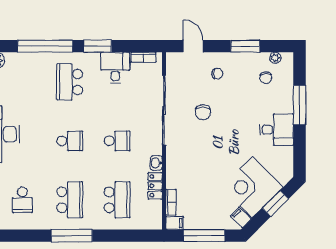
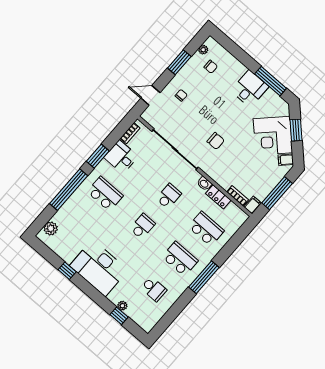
school desk: (70, 82) -> (105, 194), turned 180
window: (299, 105) -> (271, 81), moved
chair: (203, 112) -> (216, 141), moved

